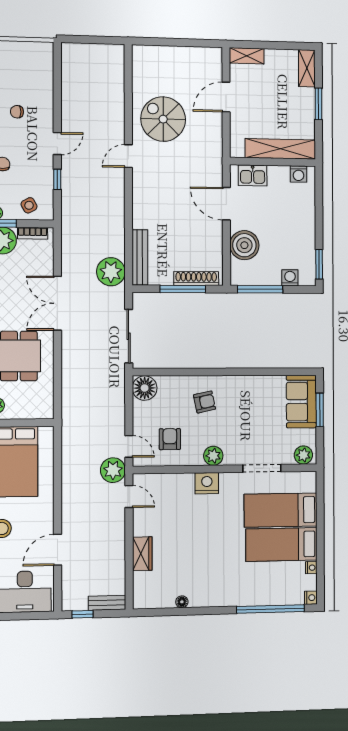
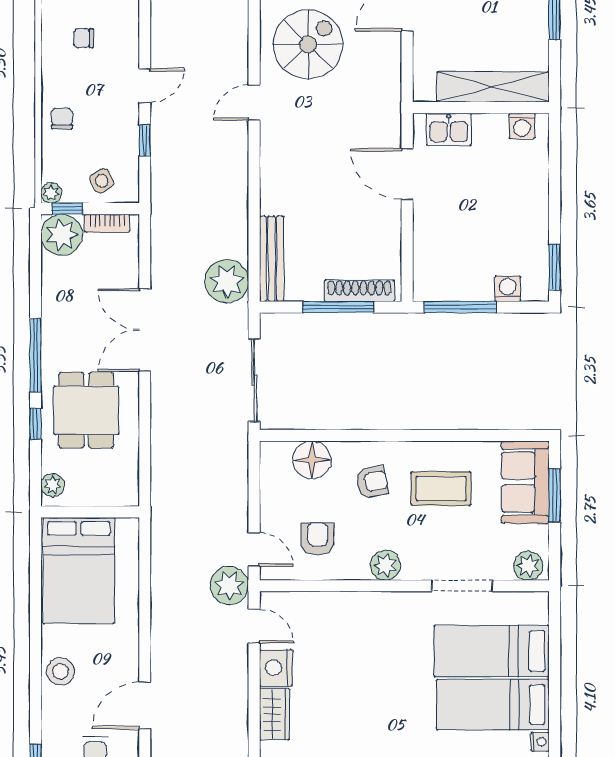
spiral stairs: (163, 119) -> (308, 44), turned 90
boiler: (244, 245) -> (435, 238), removed
floor lamp: (145, 388) -> (312, 460), moved
coffee table: (248, 406) -> (441, 489), added
nightstand: (207, 483) -> (276, 668), moved, turned -90

